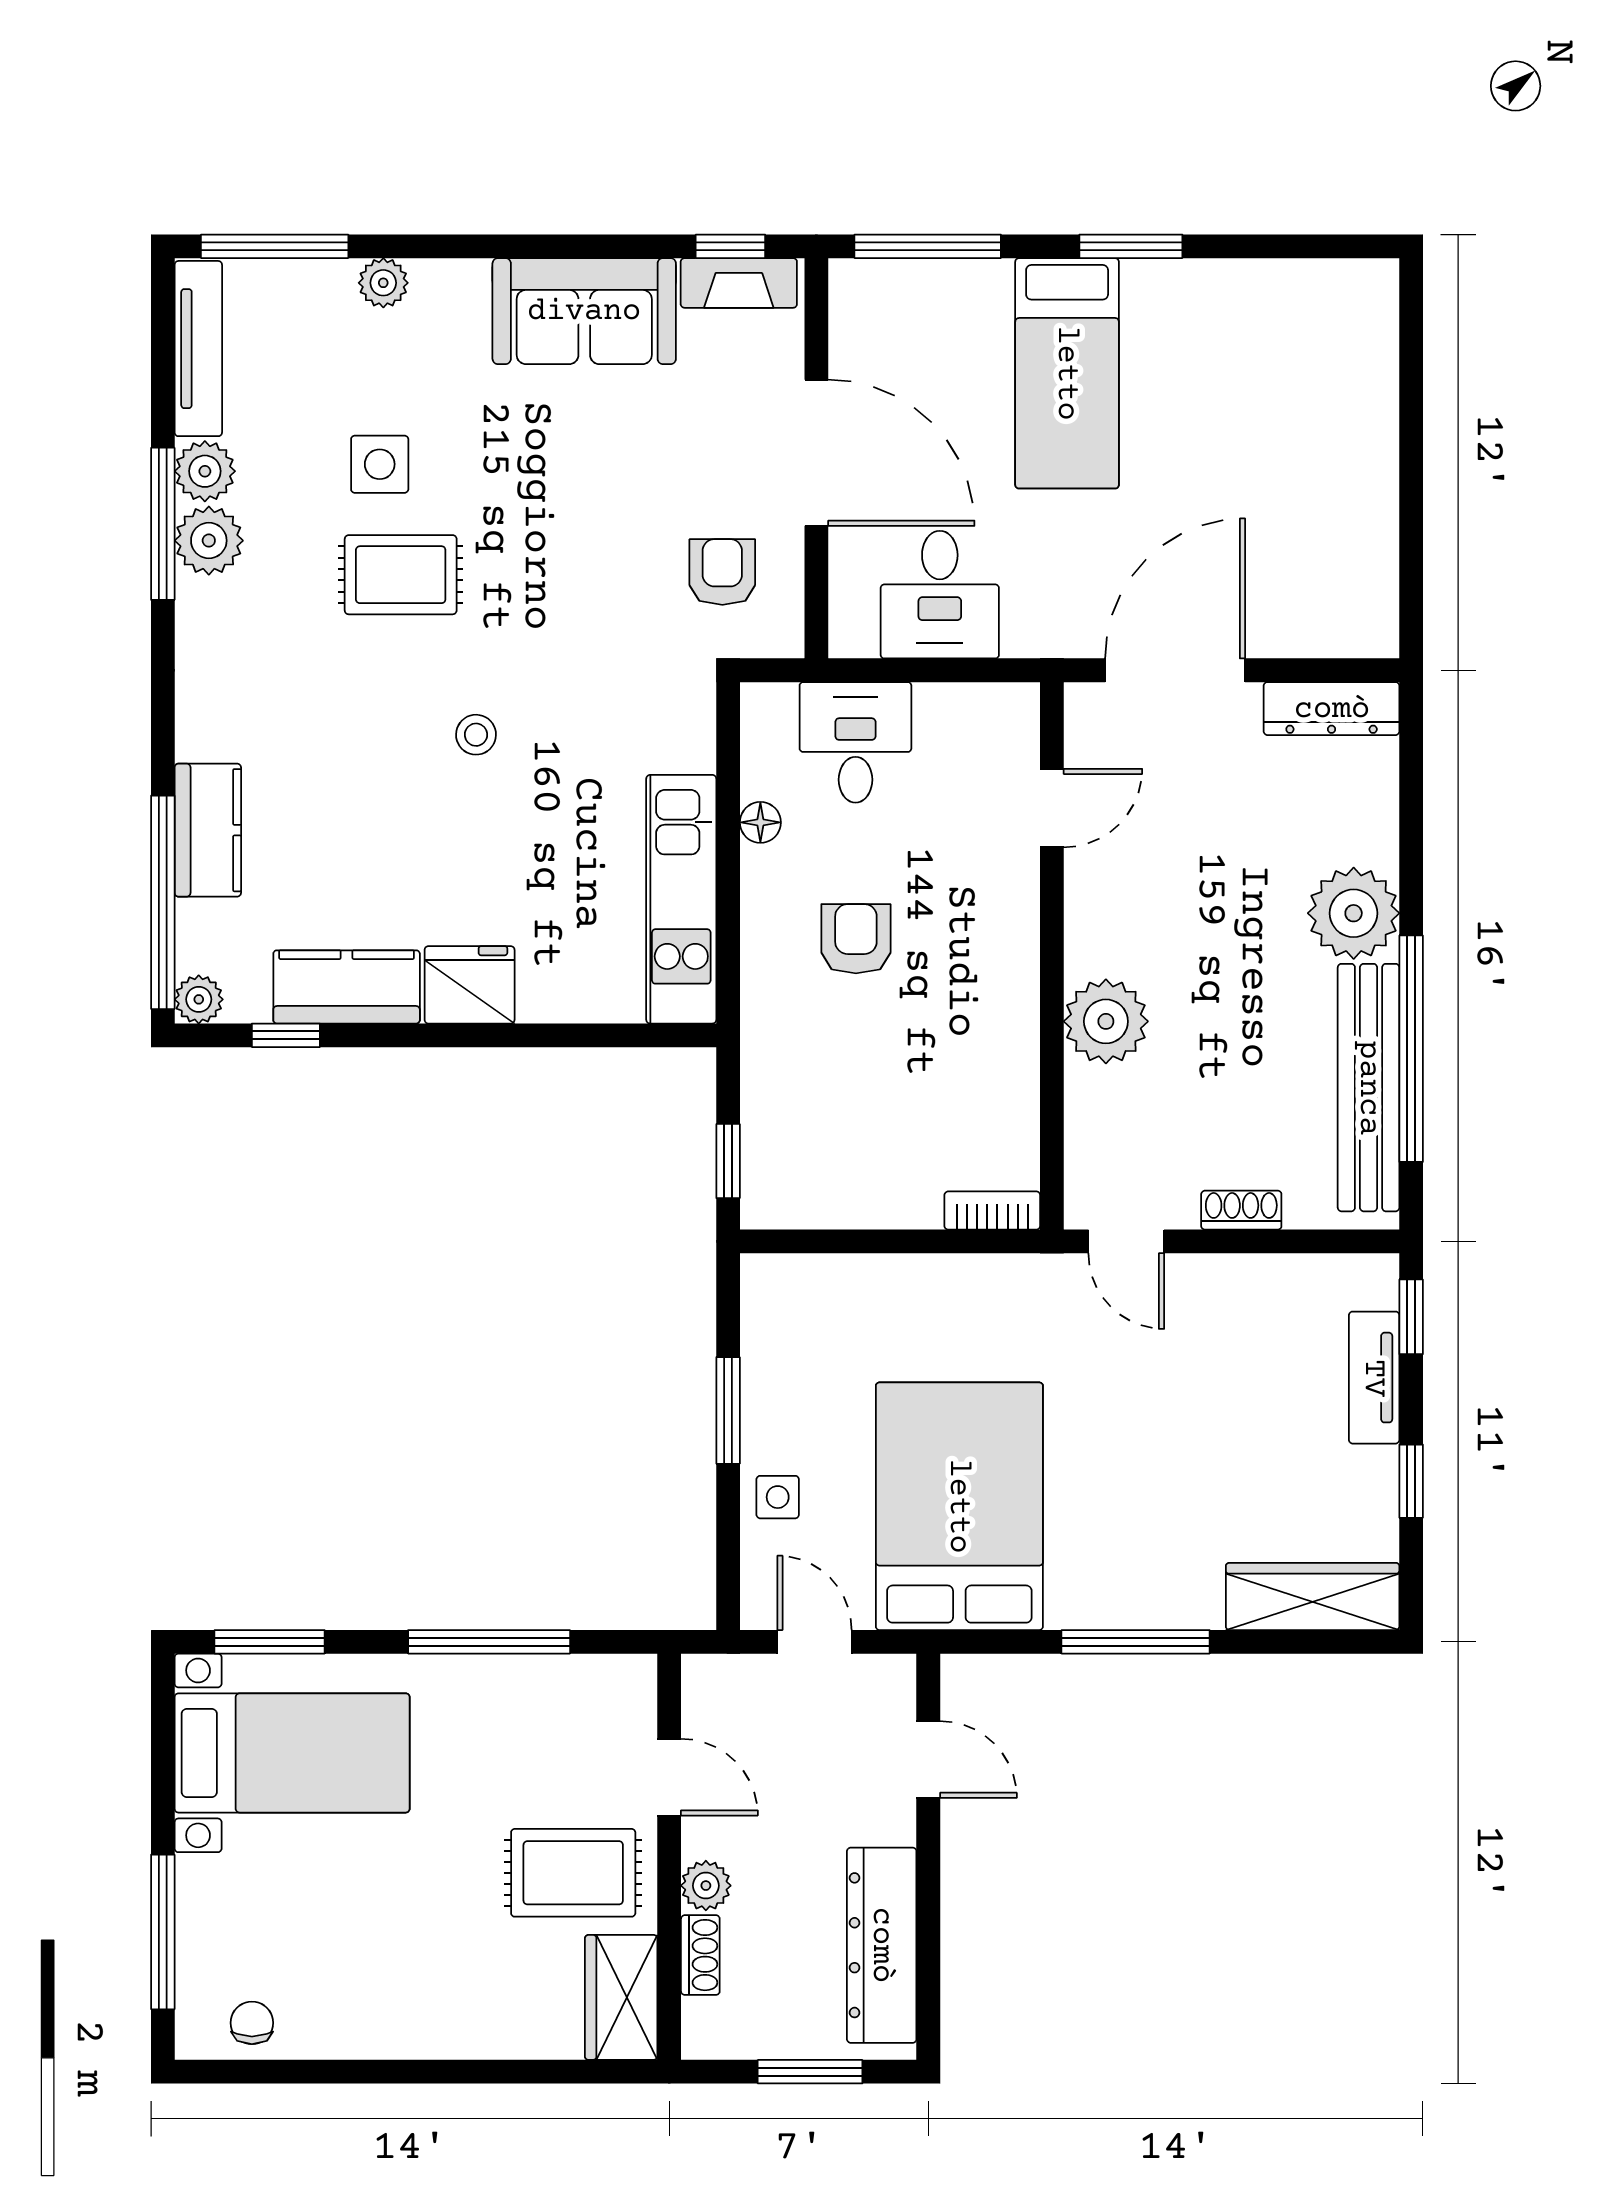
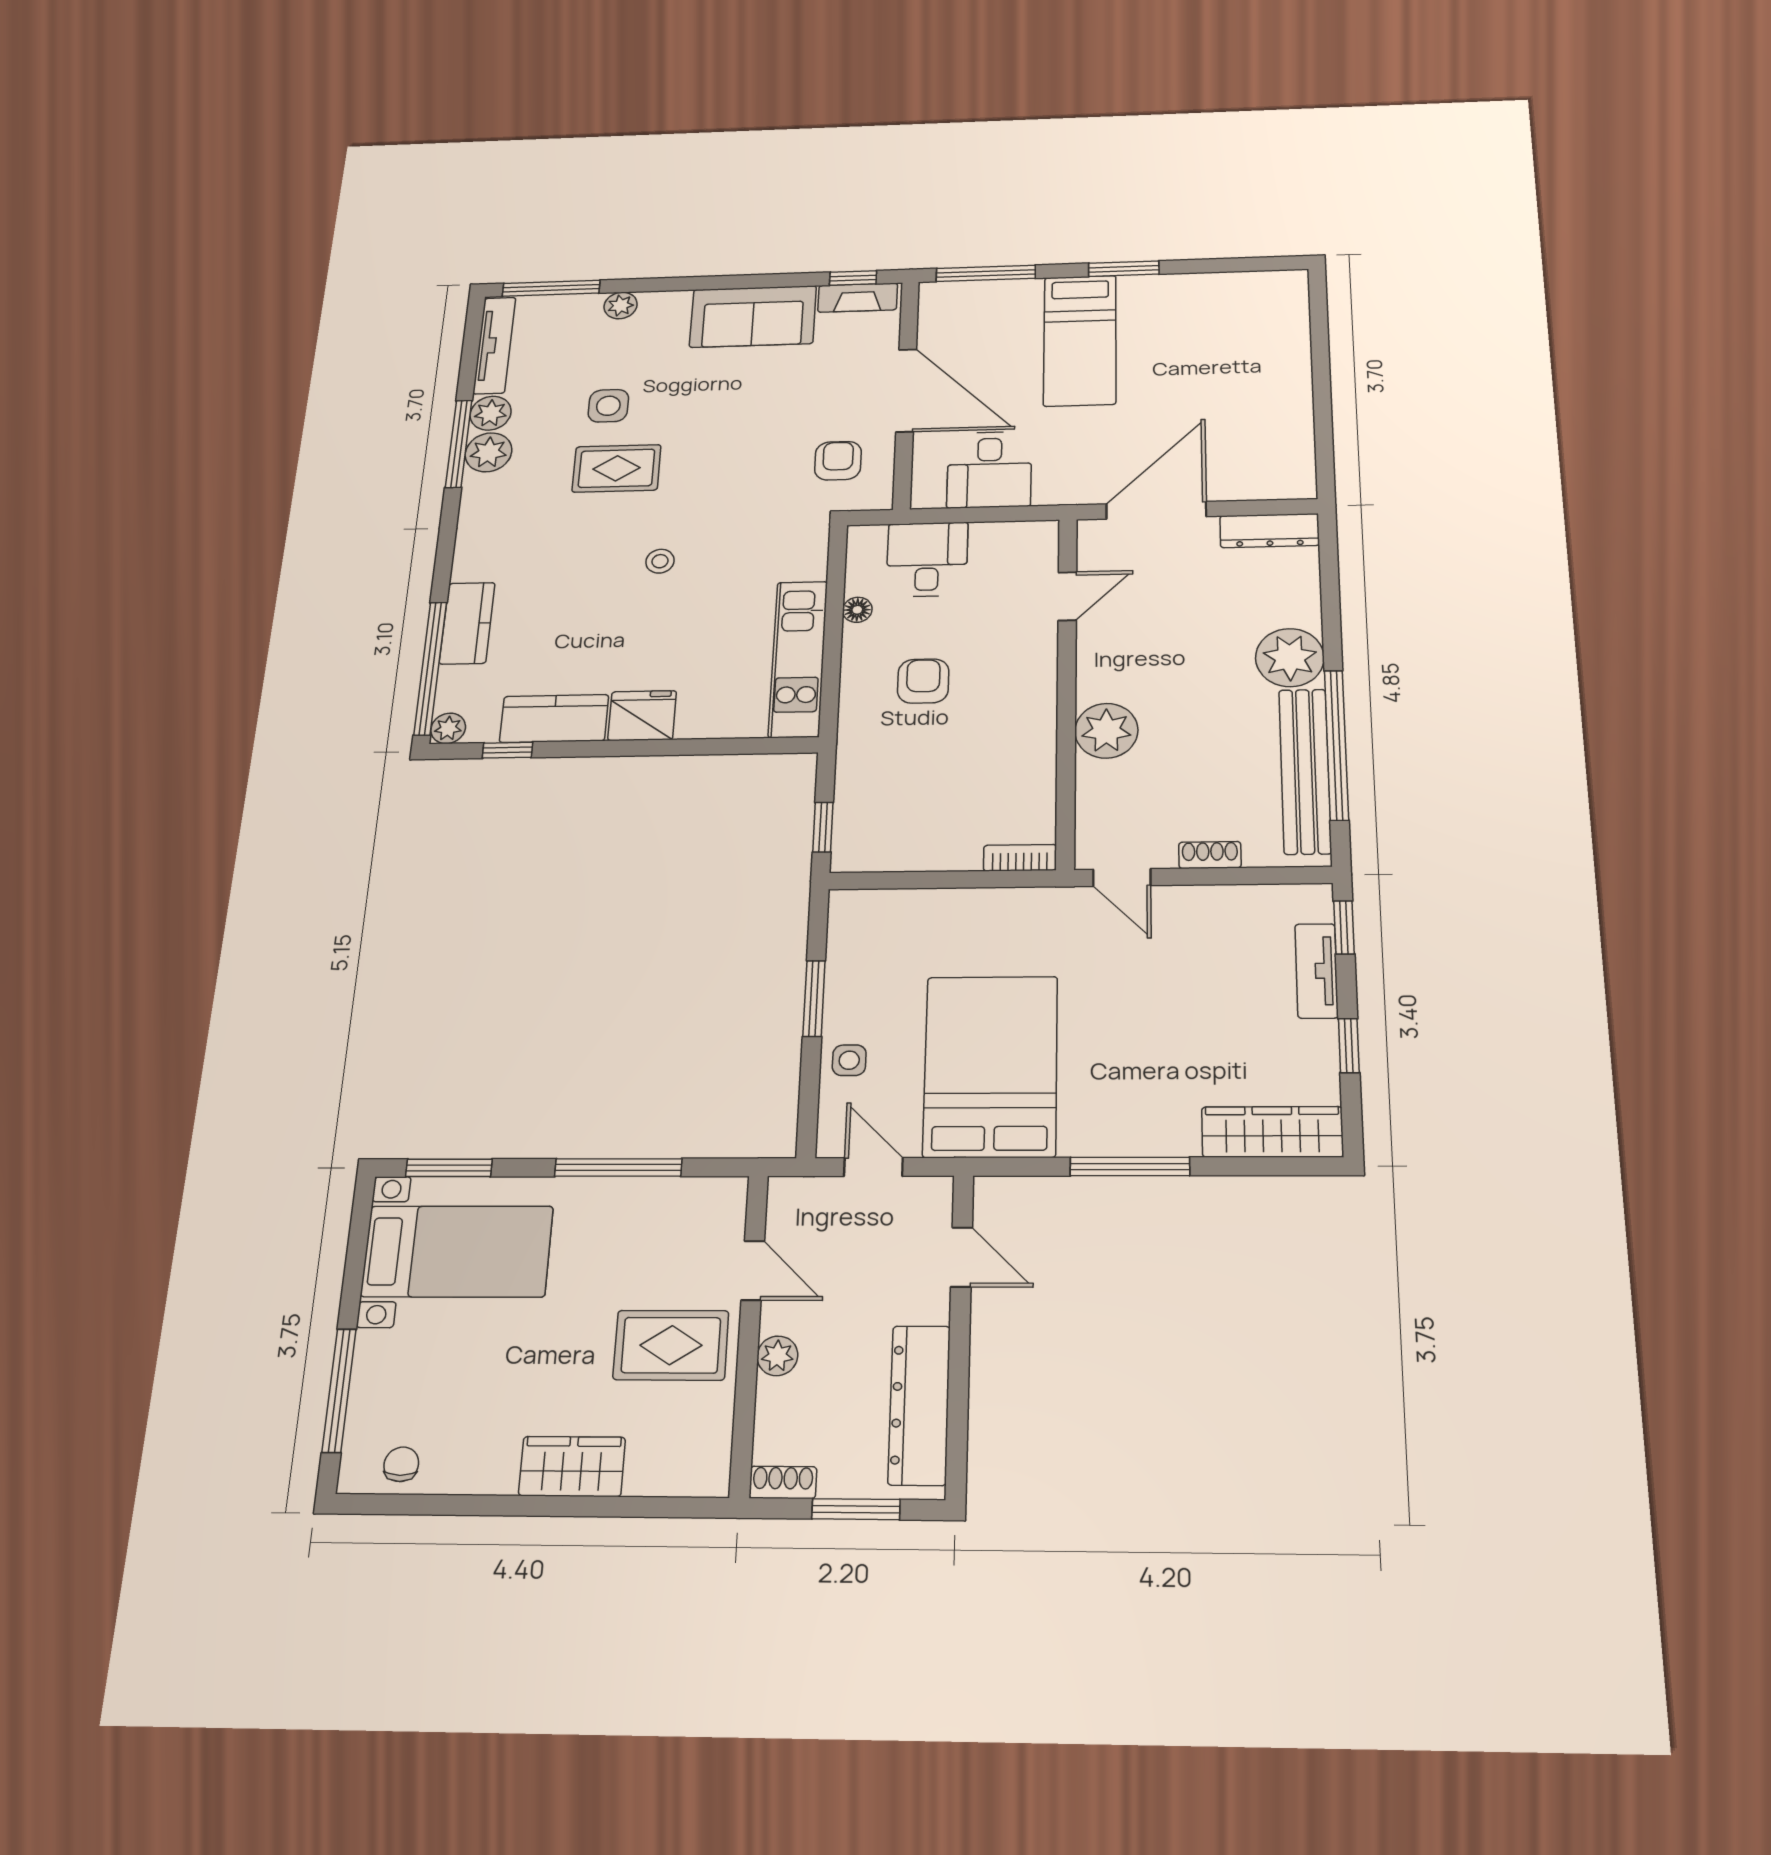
shoe rack: (700, 1955) -> (783, 1482), moved, turned -90
wardrobe: (621, 1997) -> (572, 1466), moved, turned 90

